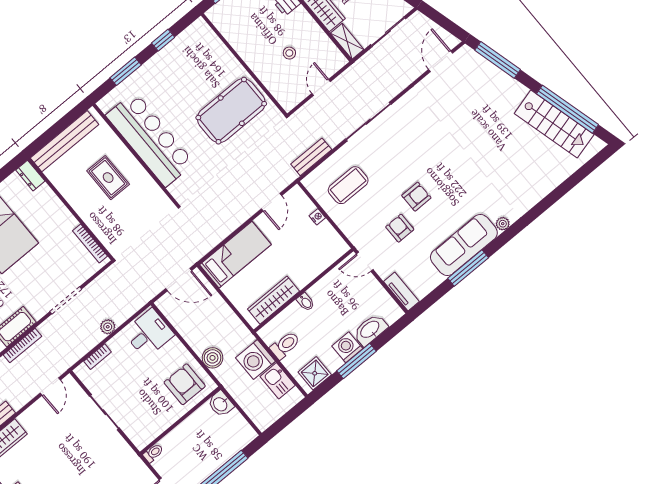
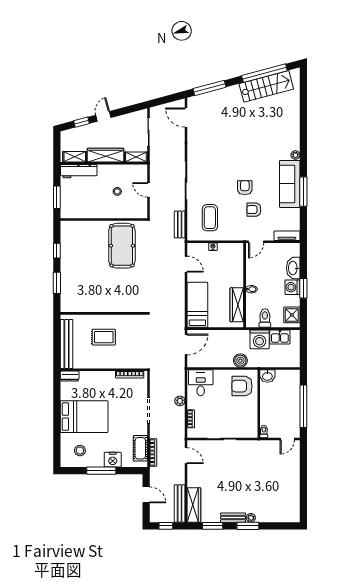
bar counter: (150, 139) -> (102, 299), removed
window: (356, 361) -> (303, 288), width x0.69

